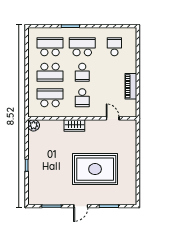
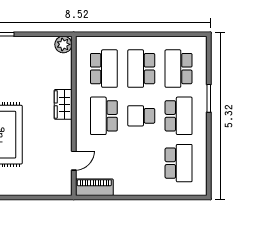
school desk: (50, 47) -> (179, 69), turned 180
school desk: (114, 47) -> (179, 163), width x1.85
piano: (131, 86) -> (94, 187), moved
school desk: (82, 98) -> (104, 116), width x1.85

